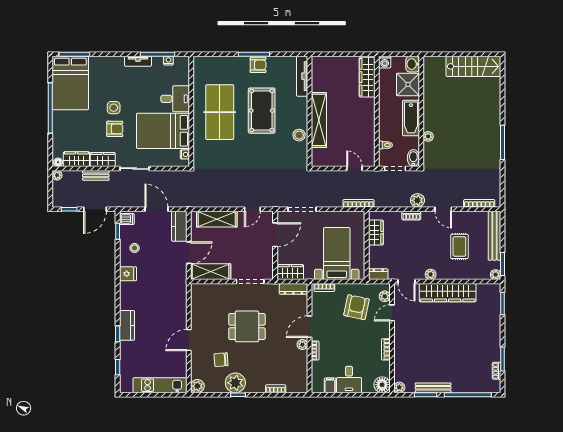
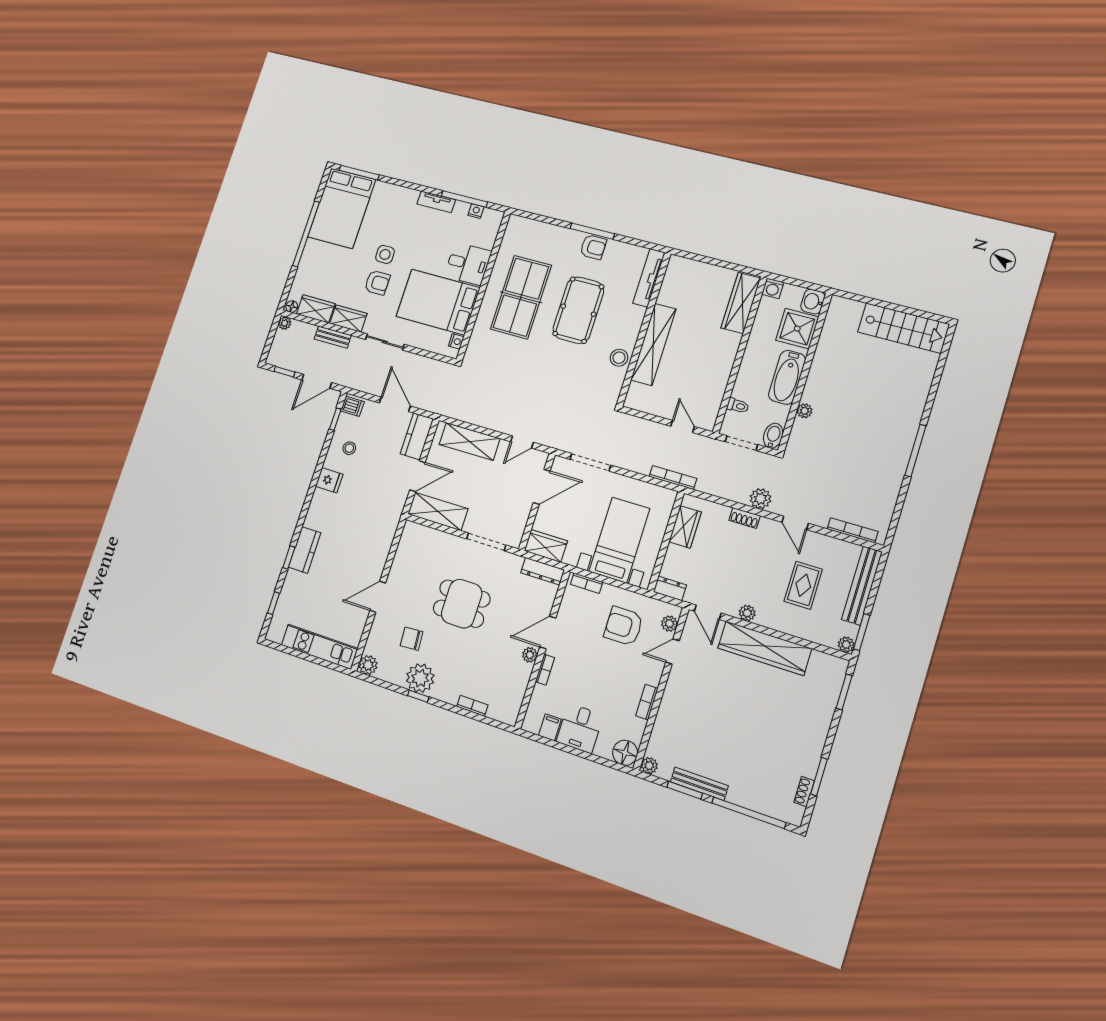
armchair: (357, 307) -> (624, 626), turned -102

